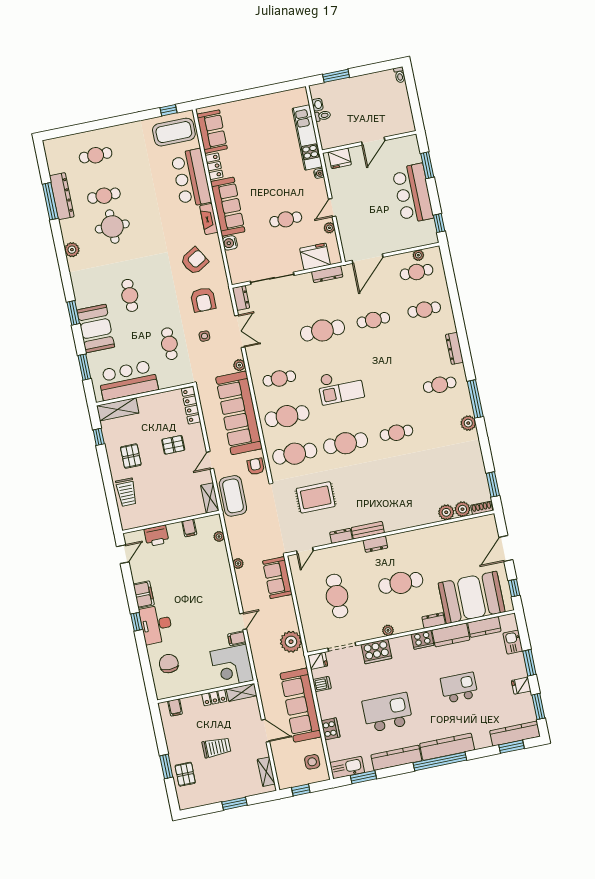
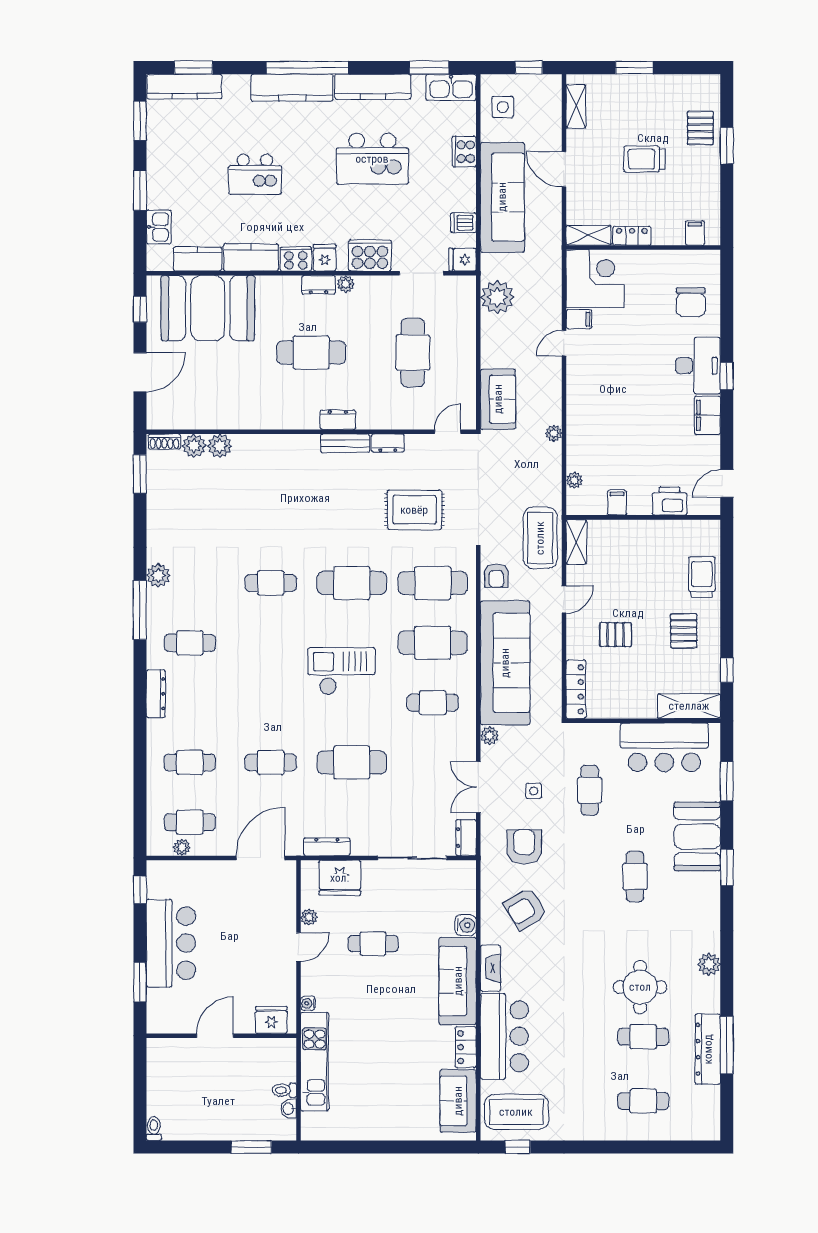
dresser: (434, 620) -> (319, 285), moved
fridge: (521, 686) -> (325, 258), moved, turned -90

